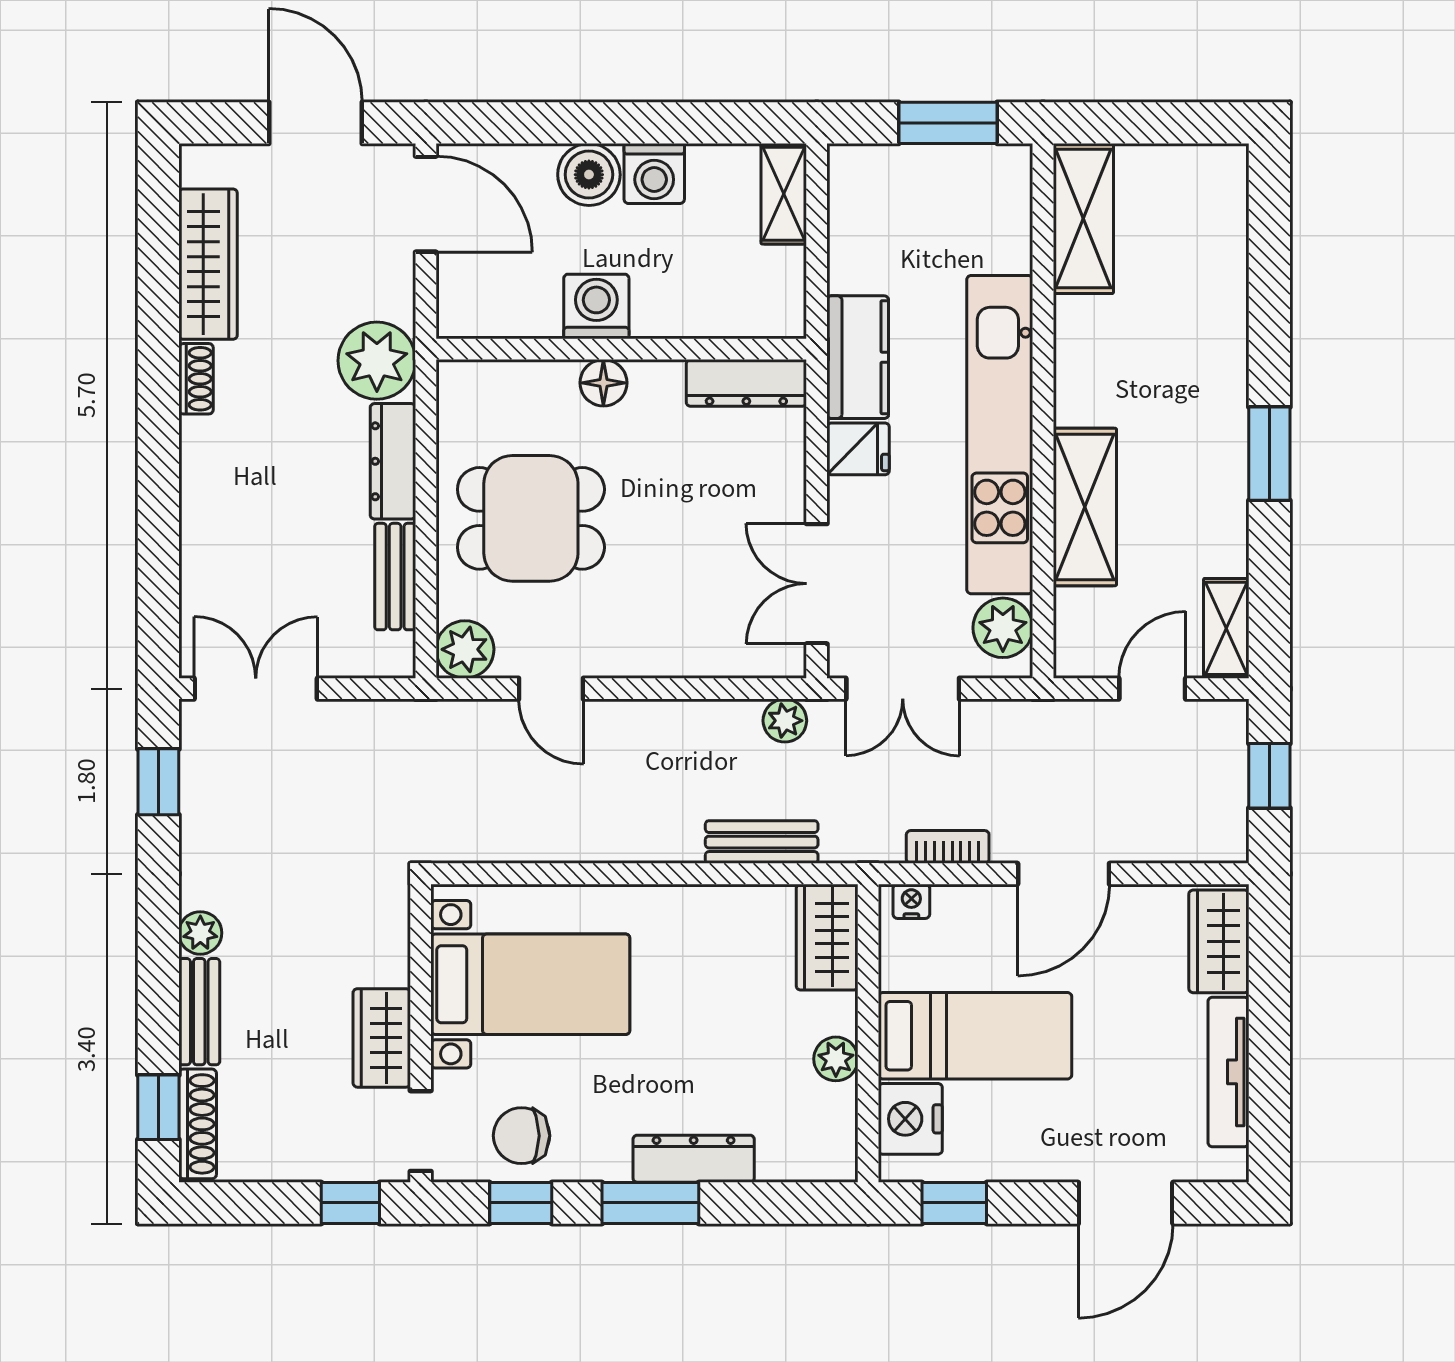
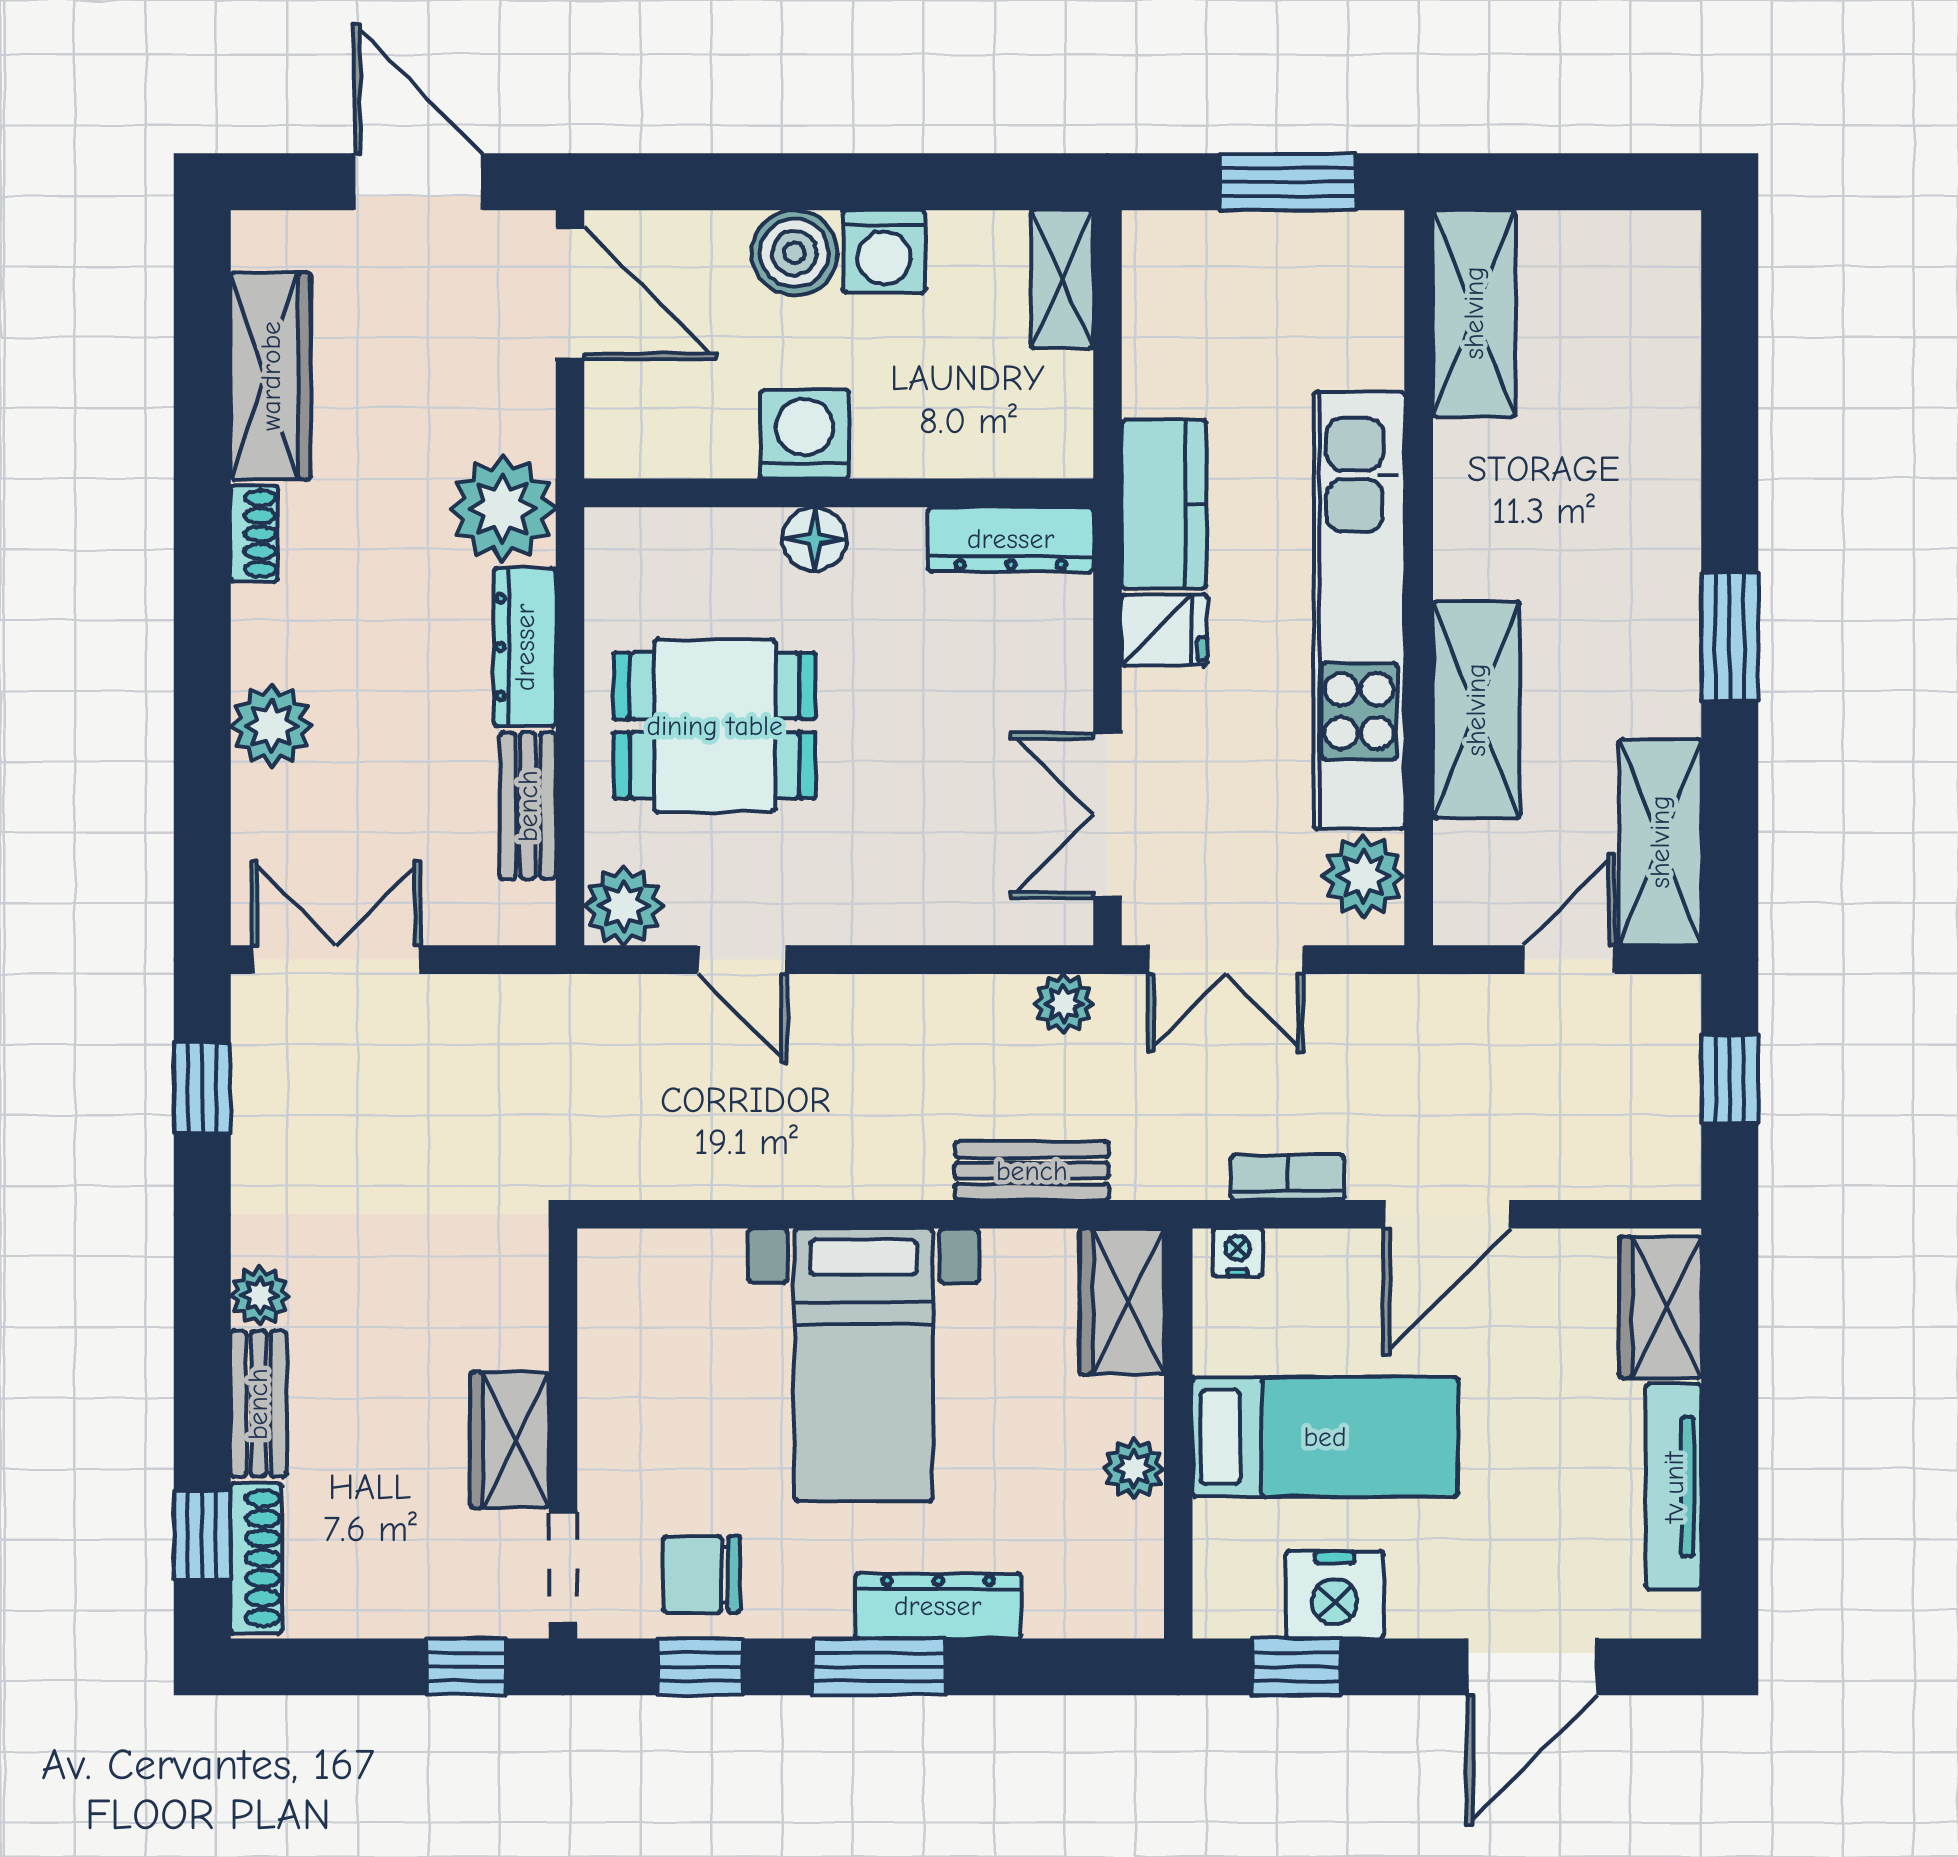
plant: (209, 518) -> (272, 726), added
shelving: (1226, 628) -> (1660, 842), width x1.50, depth x1.33
bed with nightstands: (530, 984) -> (864, 1365), moved, turned 90
nightstand: (910, 1119) -> (1335, 1595), moved, turned -90

